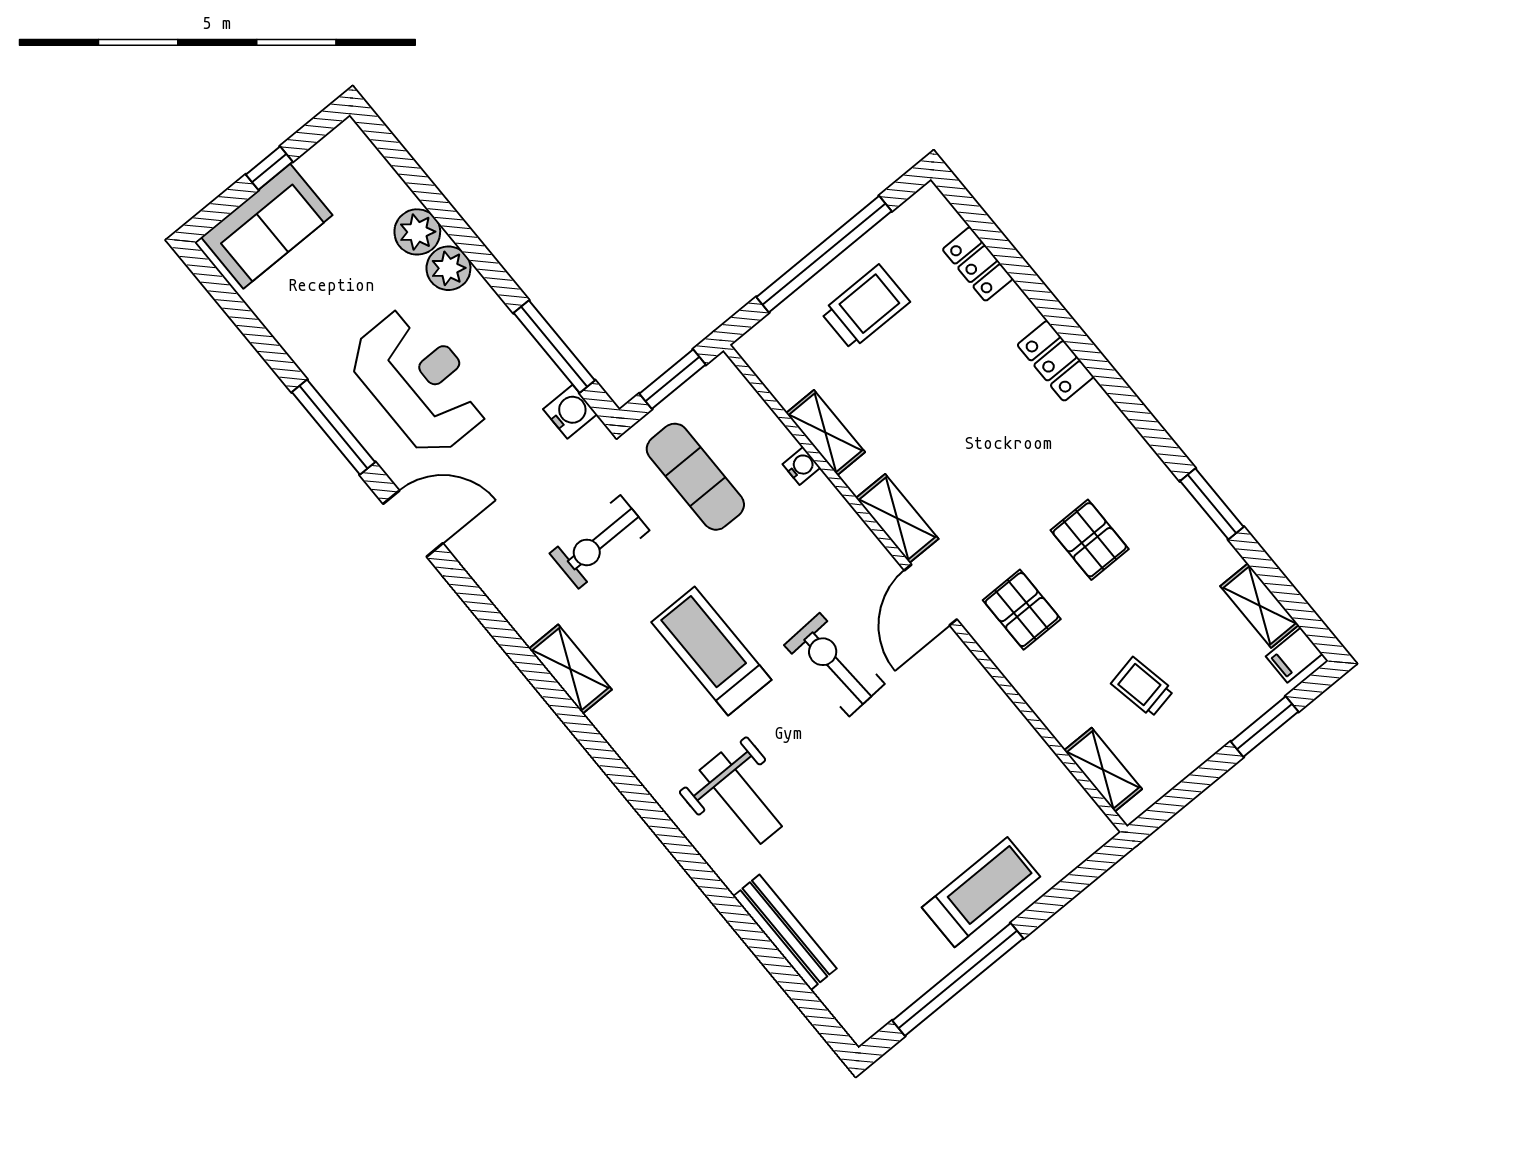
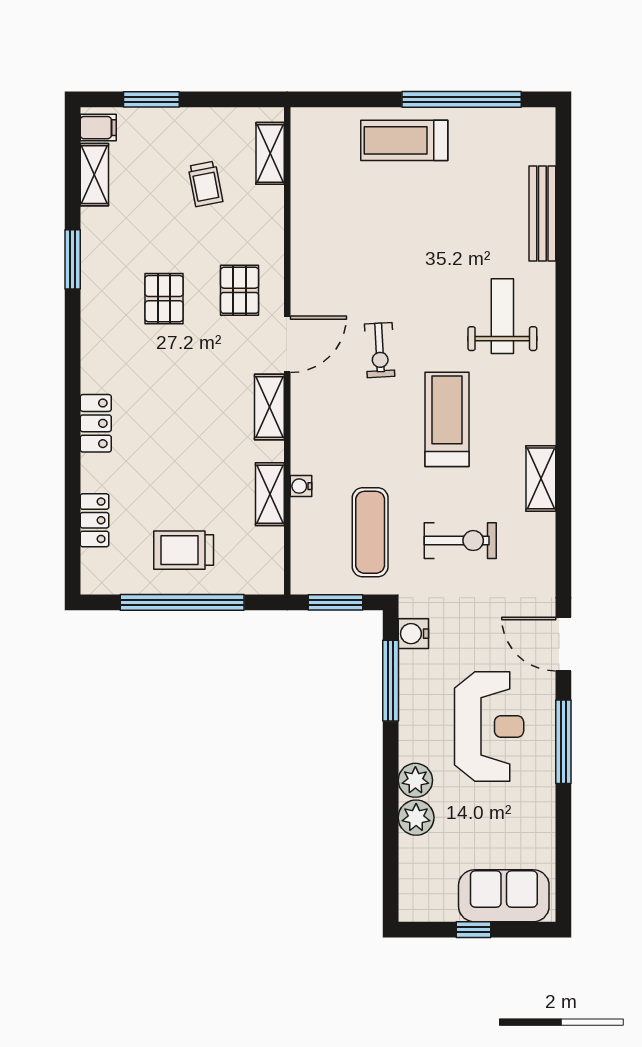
reception desk: (419, 382) -> (489, 726), turned 180
treadmill: (711, 651) -> (447, 419), turned 180
exercise bike: (834, 665) -> (380, 350), width x0.73, depth x0.72

